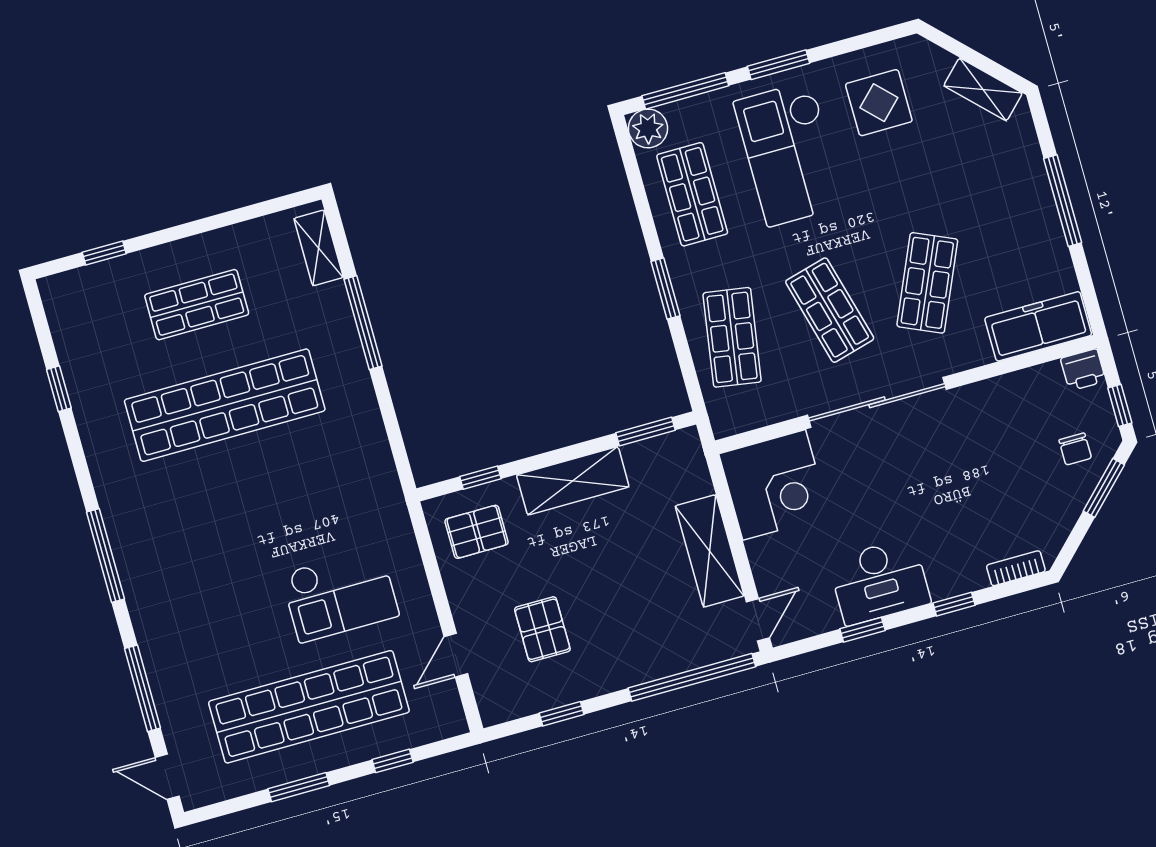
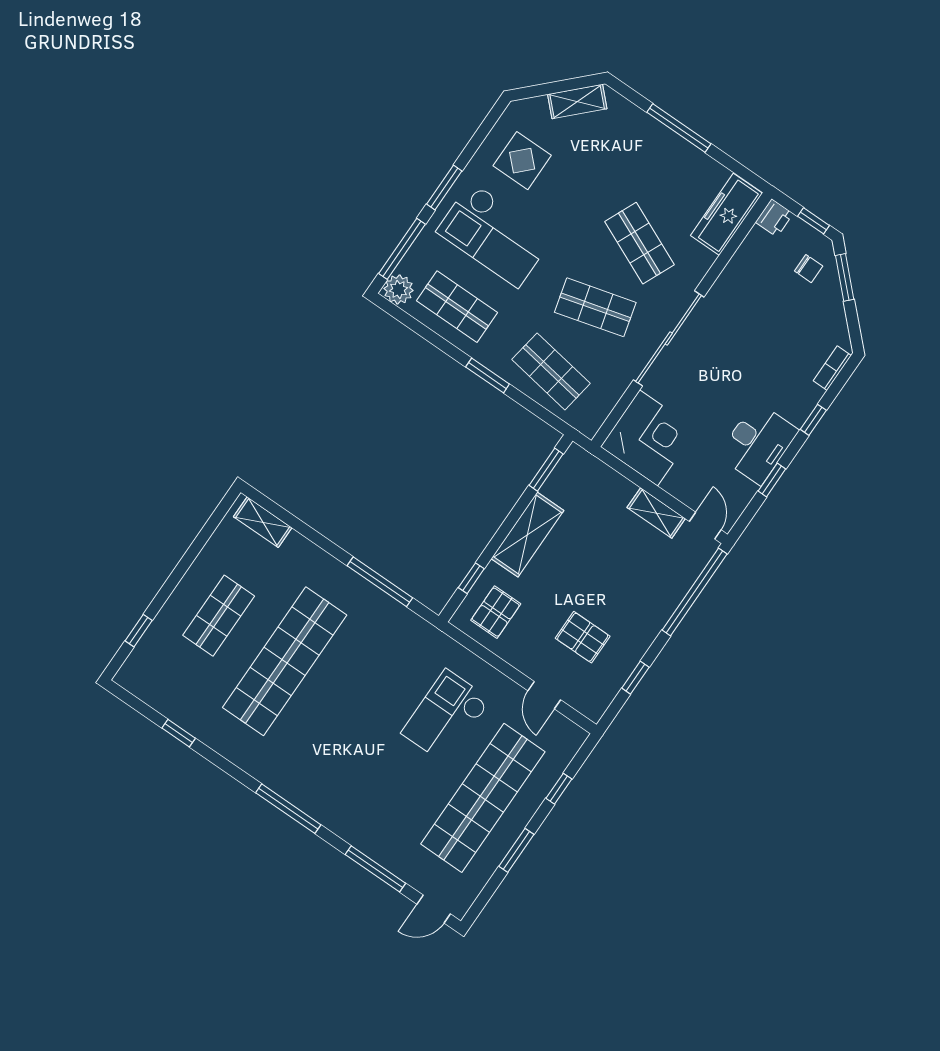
window: (363, 323) -> (380, 582), moved
shelving: (710, 551) -> (656, 513), width x0.67, depth x0.75
checkout: (340, 595) -> (446, 716), turned 180

